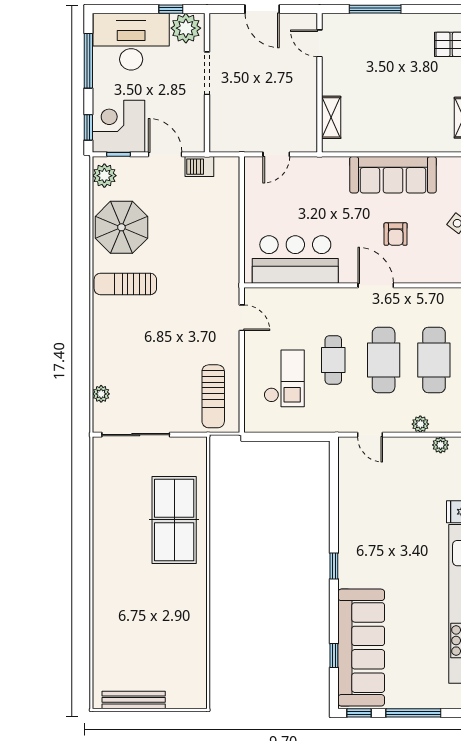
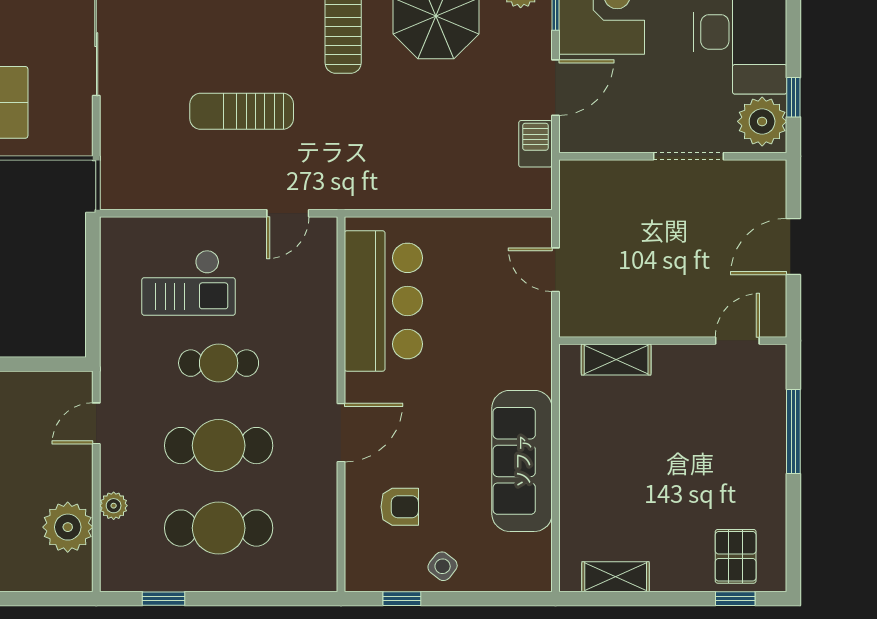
armchair: (396, 234) -> (400, 507), moved, turned 180
sun lounger: (213, 396) -> (242, 111), moved
plant: (441, 445) -> (68, 527), width x1.87, depth x1.87

